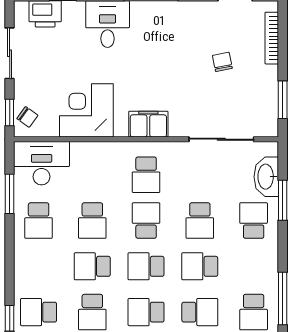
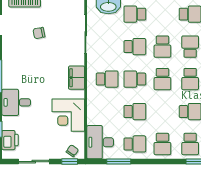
school desk: (92, 266) -> (162, 144), moved

